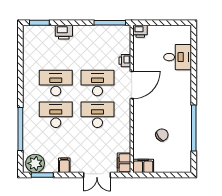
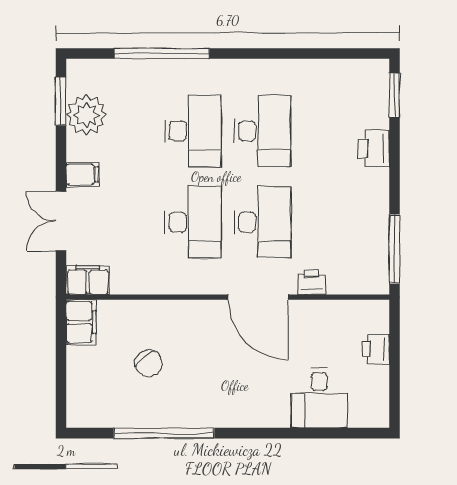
printer: (140, 31) -> (376, 349), moved
plant: (35, 163) -> (86, 115), moved
filing cabinet: (64, 165) -> (82, 174), moved

